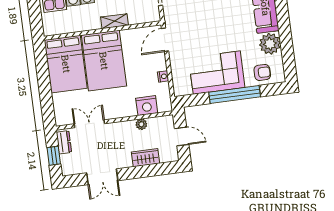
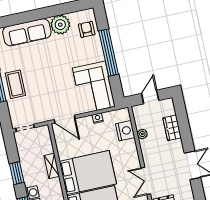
corner sofa: (217, 73) -> (94, 87), moved

